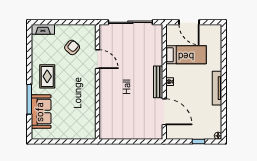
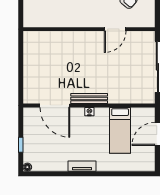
tv unit: (217, 88) -> (82, 166), width x0.71
door: (164, 112) -> (55, 105), hinge flipped

